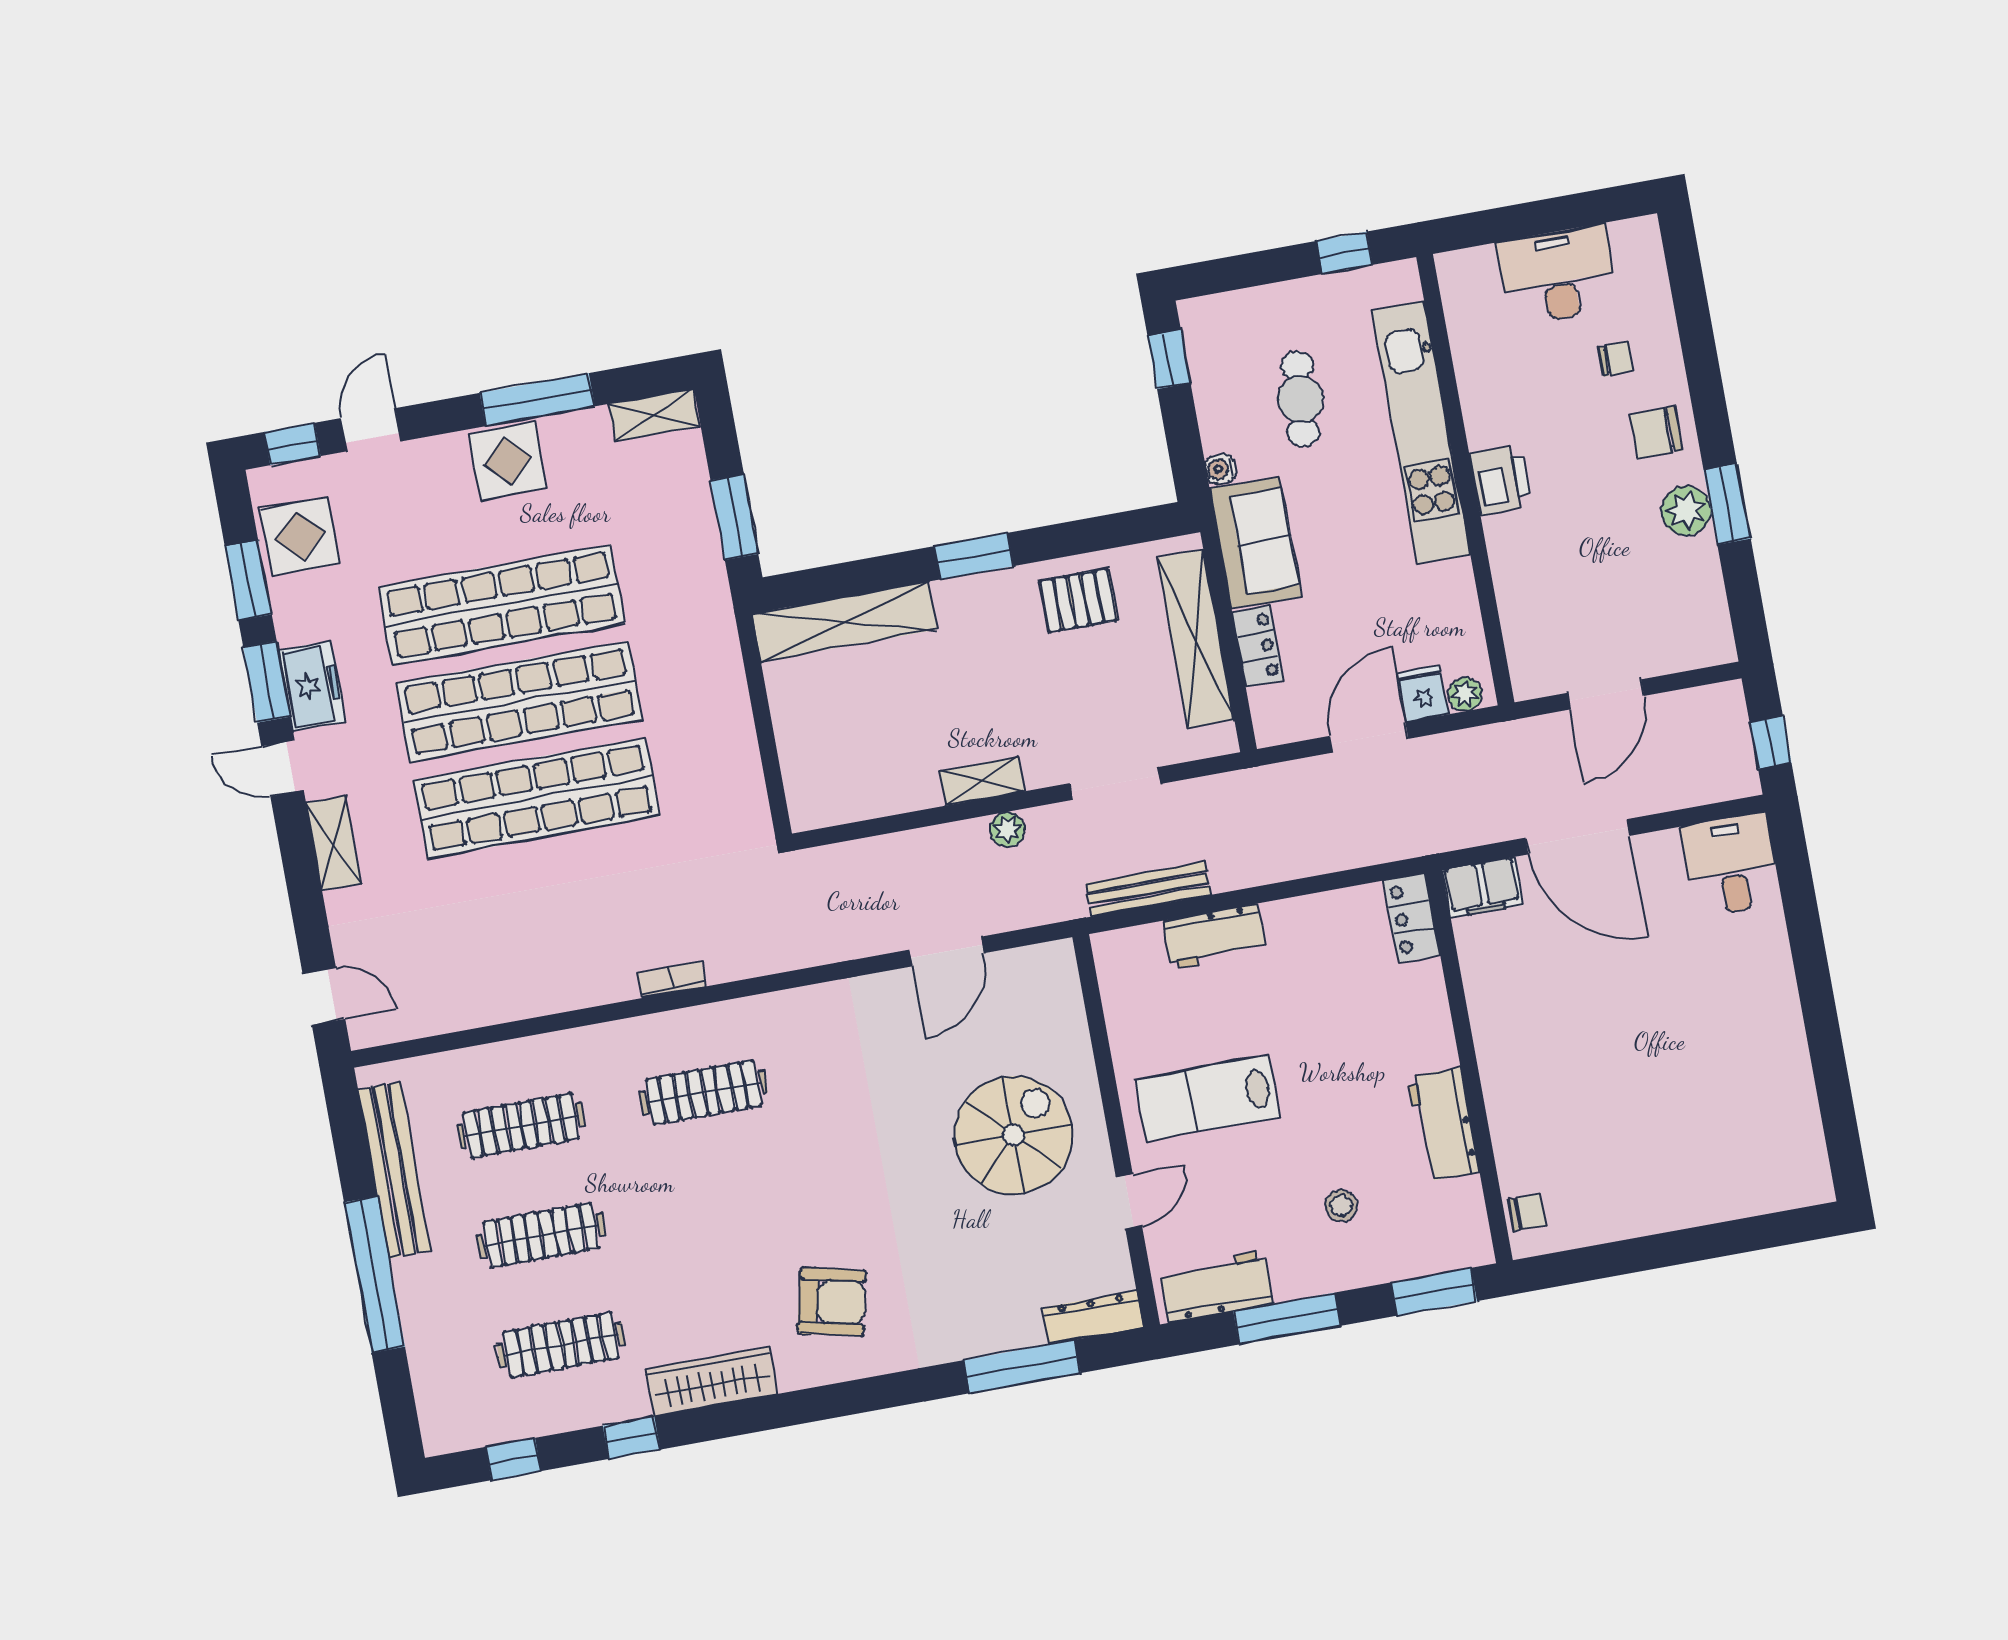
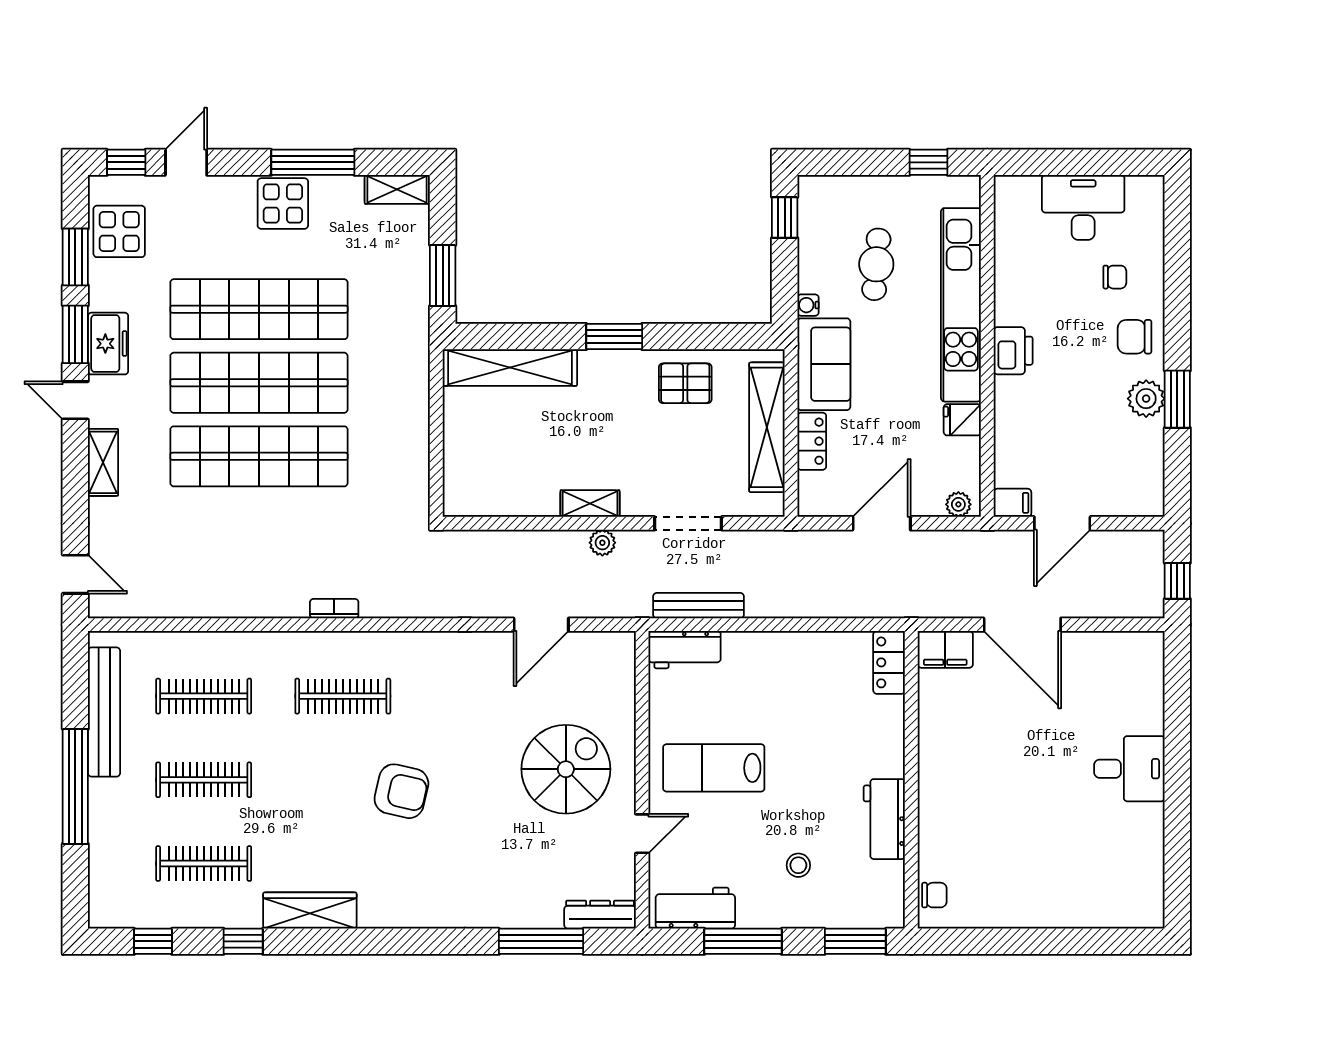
filing cabinet: (1536, 679) -> (1012, 503), added
fridge: (1423, 694) -> (962, 420), moved, turned -90
desk: (1731, 865) -> (1129, 769), moved, turned 90
workbench: (1215, 937) -> (685, 650), moved
armchair: (832, 1302) -> (401, 791), moved

